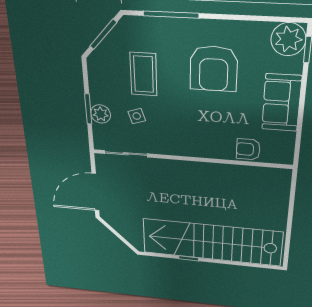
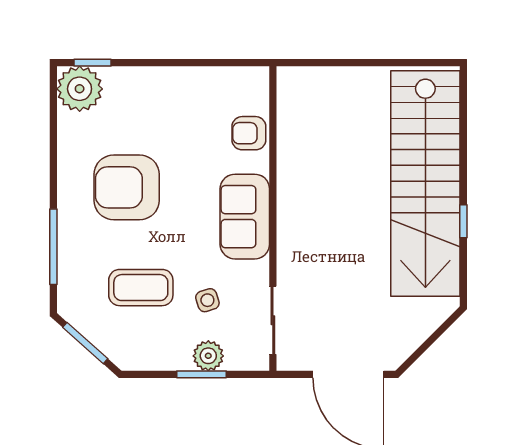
armchair: (214, 69) -> (127, 187), turned 180
sofa: (282, 103) -> (245, 217), moved, turned 90
armchair: (248, 149) -> (249, 133), turned 90

